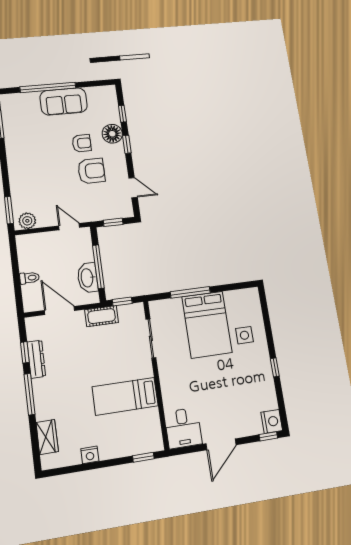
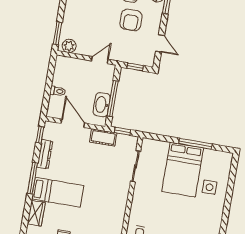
armchair: (91, 171) -> (131, 20), turned 90
door: (69, 227) -> (100, 60), hinge flipped
window: (190, 292) -> (195, 144), moved
window: (25, 352) -> (40, 135), moved
window: (275, 367) -> (225, 219), removed
bed: (125, 396) -> (58, 192), moved, turned 180

